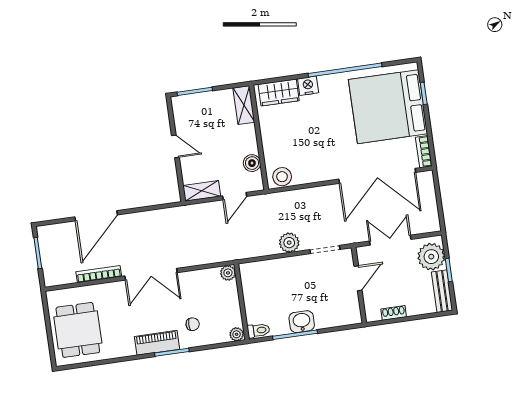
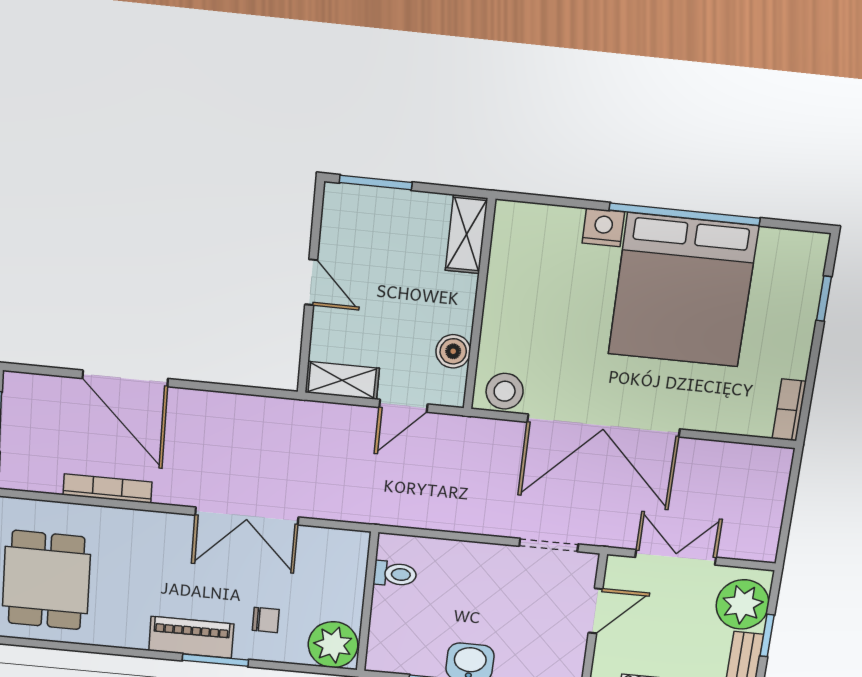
wardrobe: (279, 92) -> (542, 226), removed
bed: (388, 107) -> (683, 290), moved, turned -90
double door: (377, 176) -> (604, 426), moved
door: (96, 216) -> (125, 378), hinge flipped
plant: (289, 243) -> (485, 517), removed
plant: (228, 273) -> (355, 544), removed
double door: (151, 274) -> (247, 516), moved
toilet: (259, 330) -> (395, 574), moved
plant: (237, 334) -> (333, 645), width x1.88, depth x1.88

